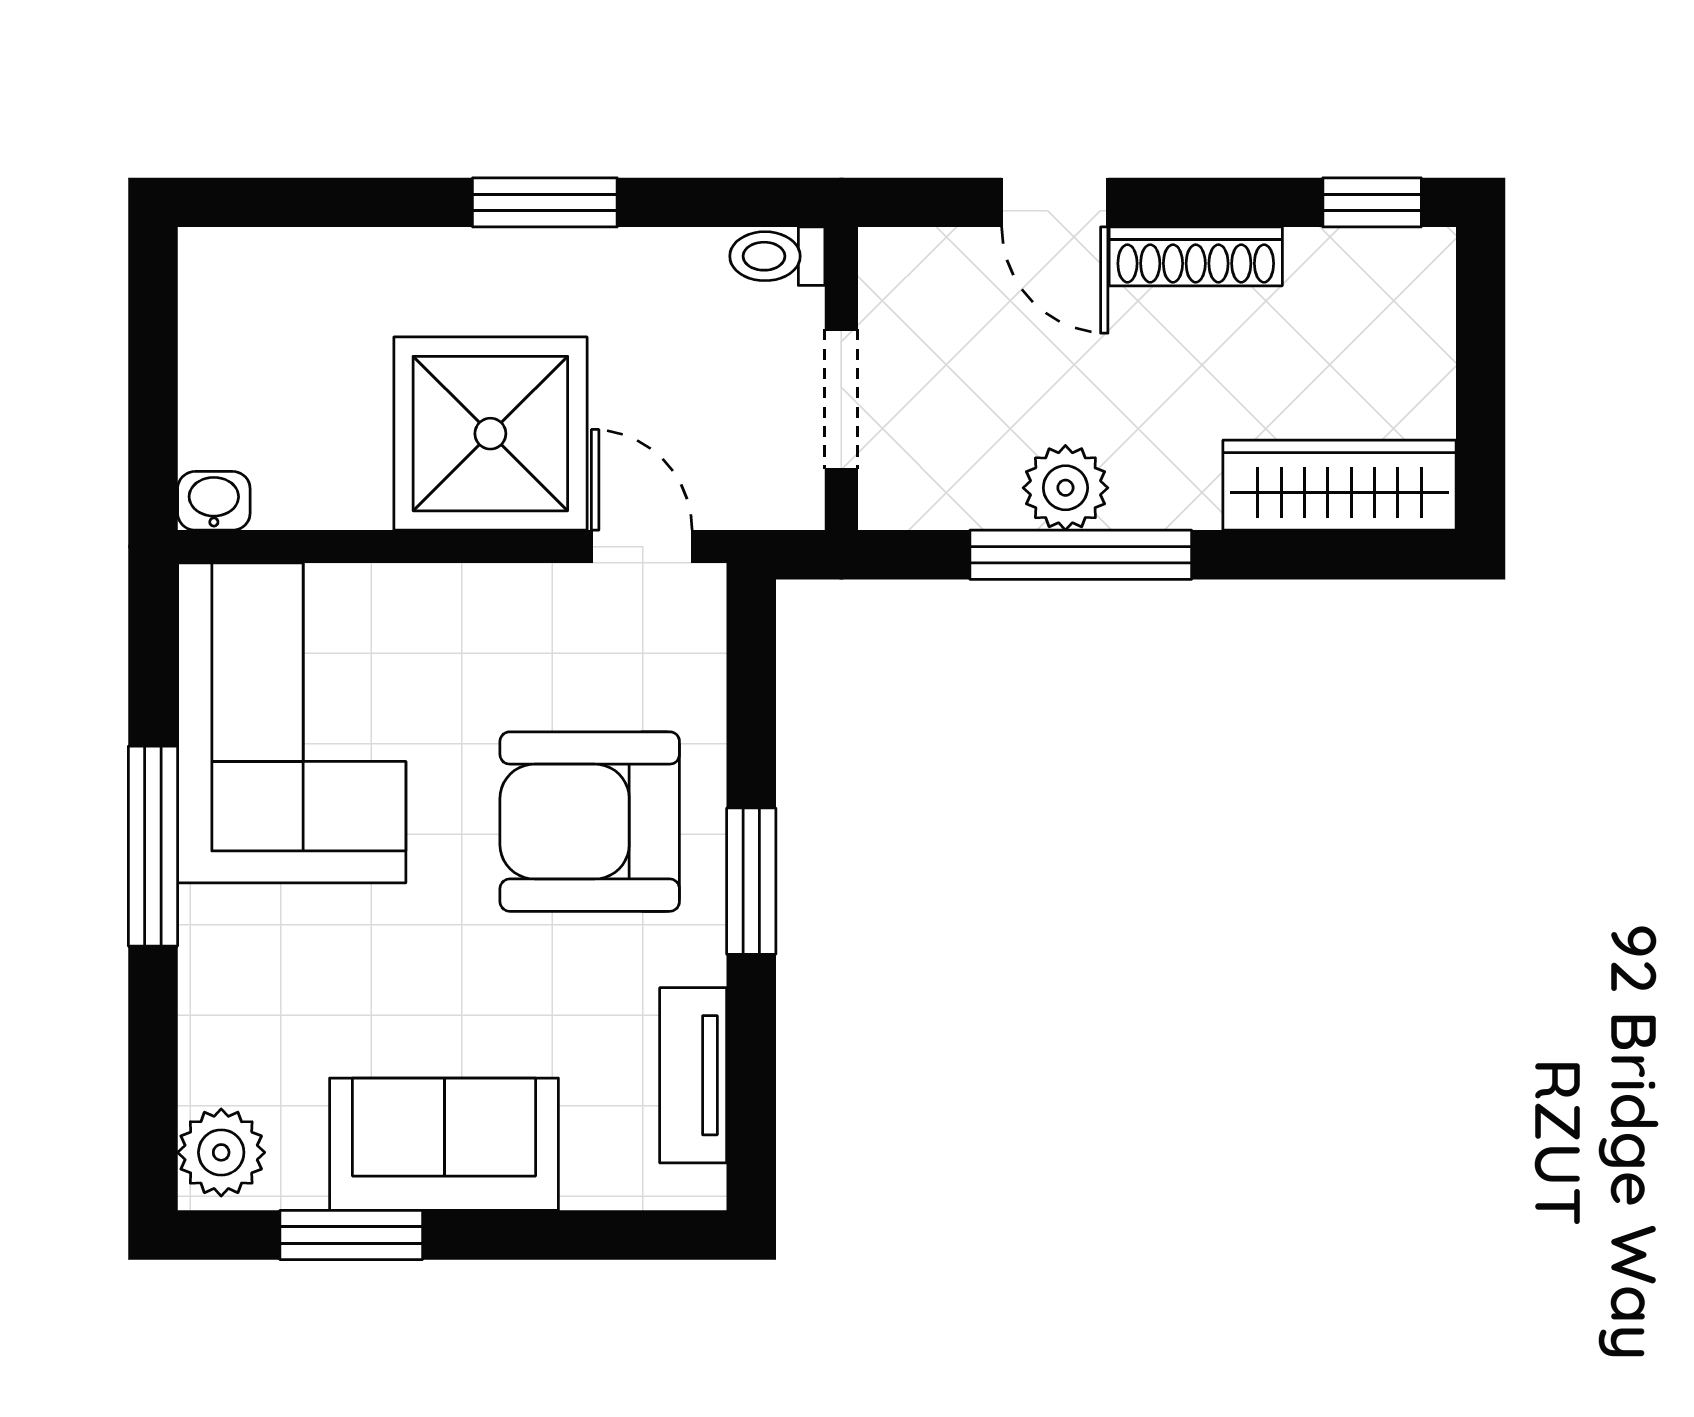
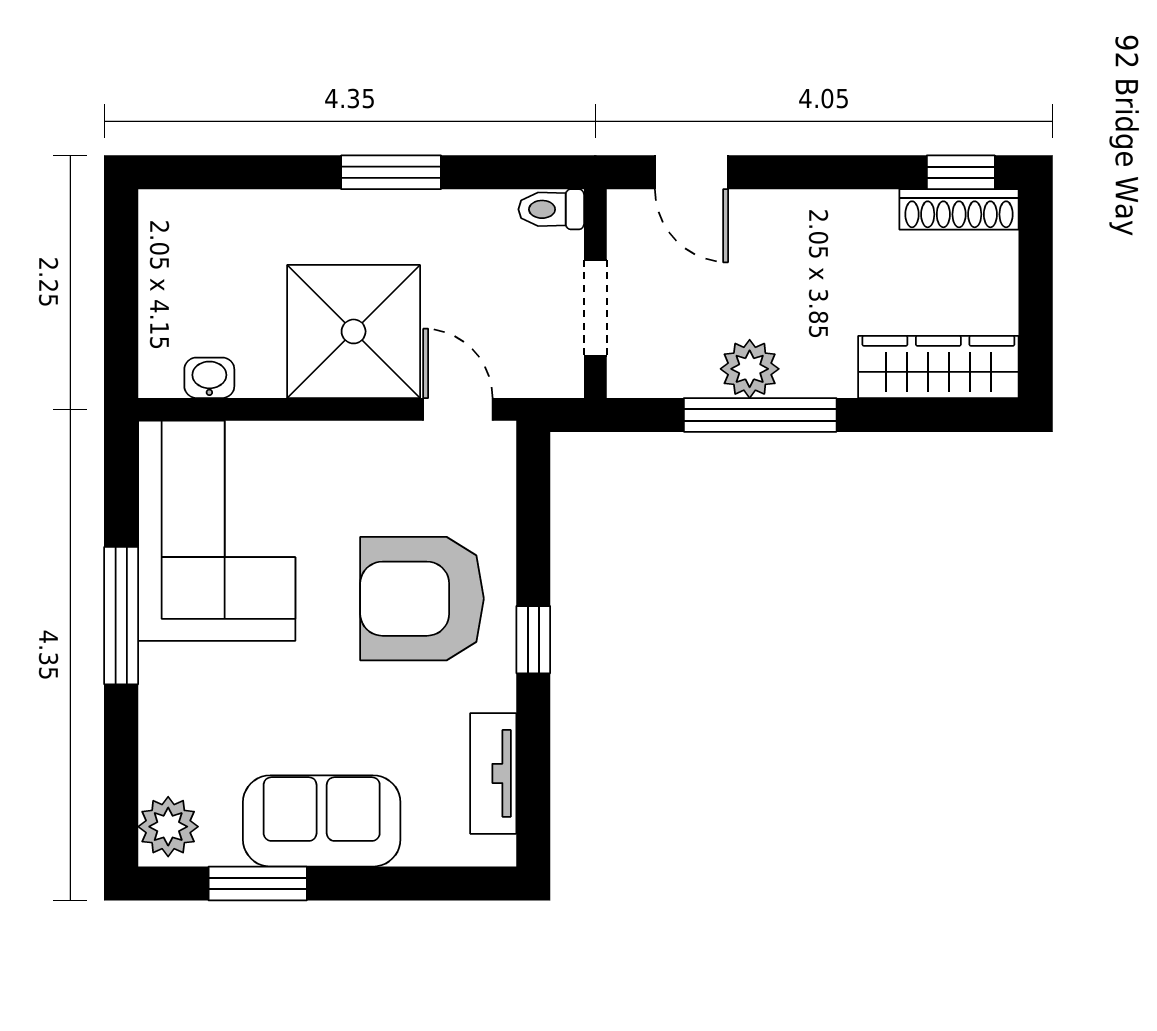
door: (1055, 202) -> (692, 172), moved
shoe rack: (1196, 256) -> (959, 209), moved
washbasin: (214, 501) -> (209, 378), moved
window: (751, 881) -> (533, 640), width x0.67

